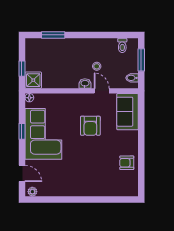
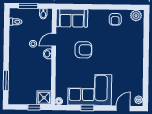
plant: (132, 187) -> (136, 16), added

